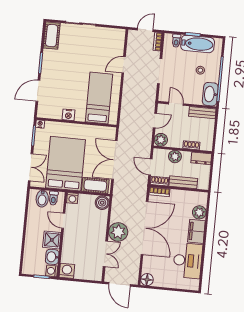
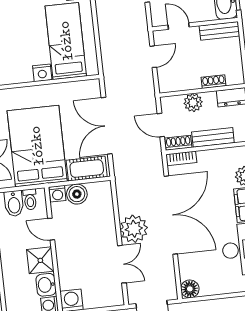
nightstand: (68, 115) -> (42, 73), moved
plant: (161, 140) -> (168, 83), removed
boiler: (102, 203) -> (77, 194), moved

